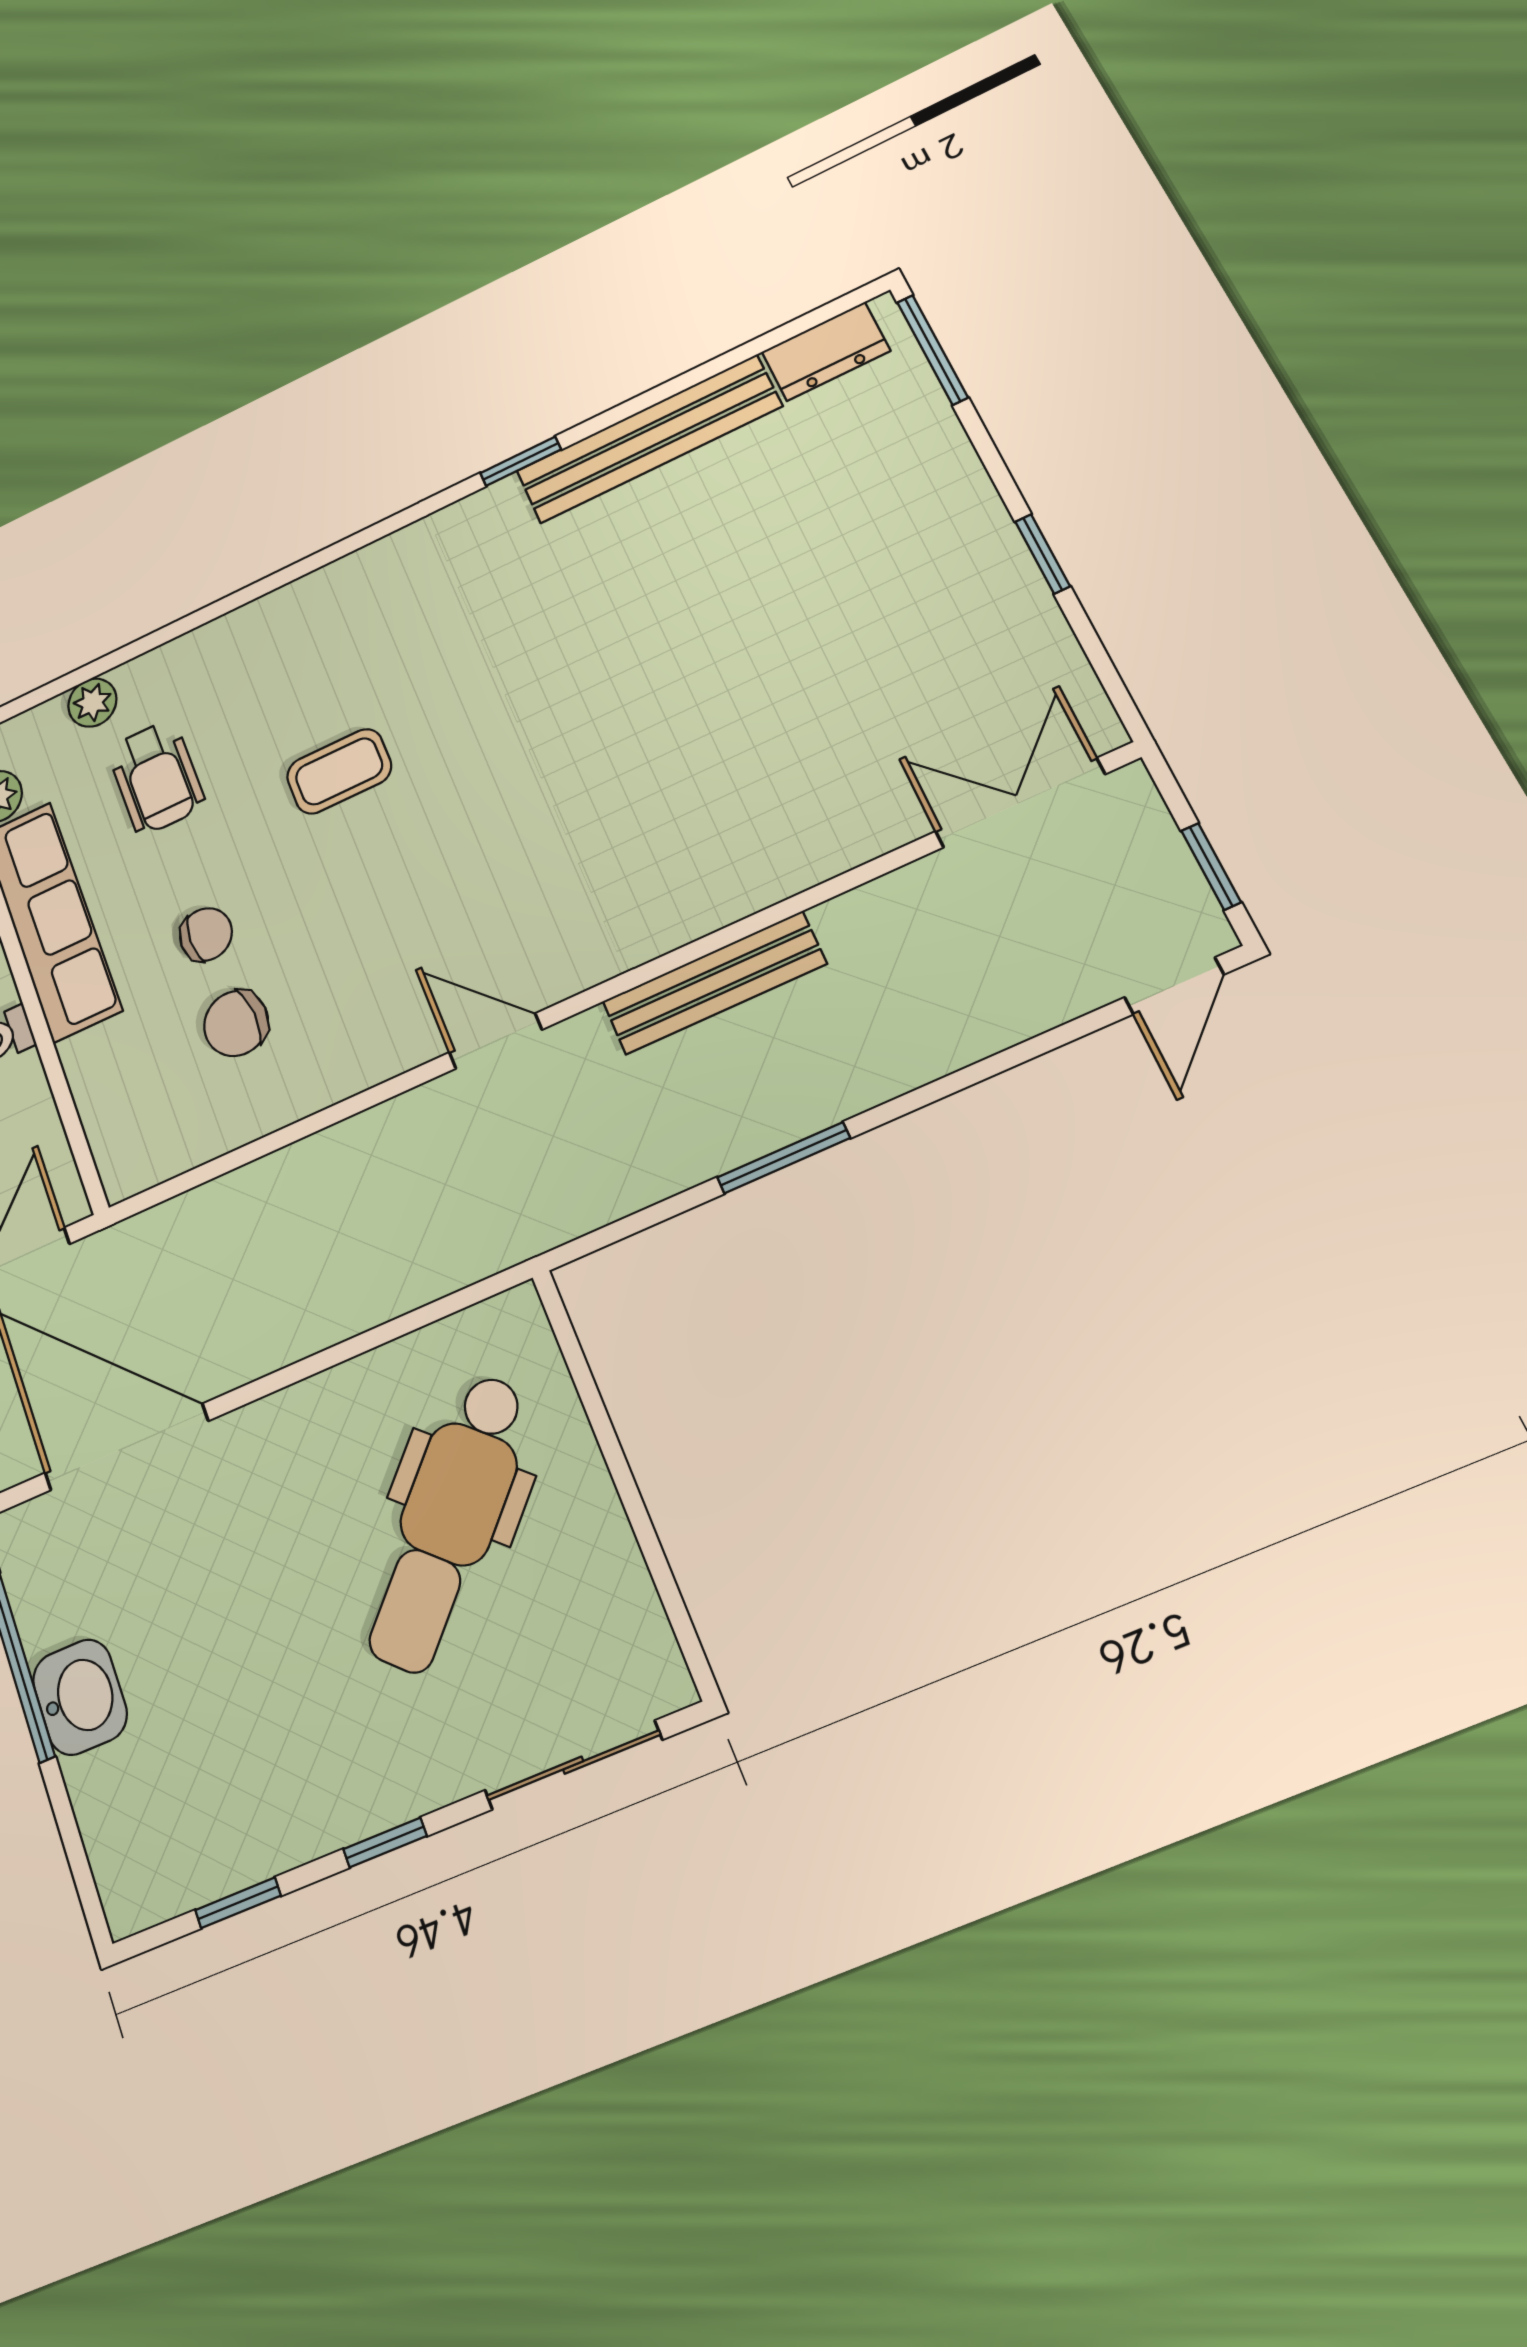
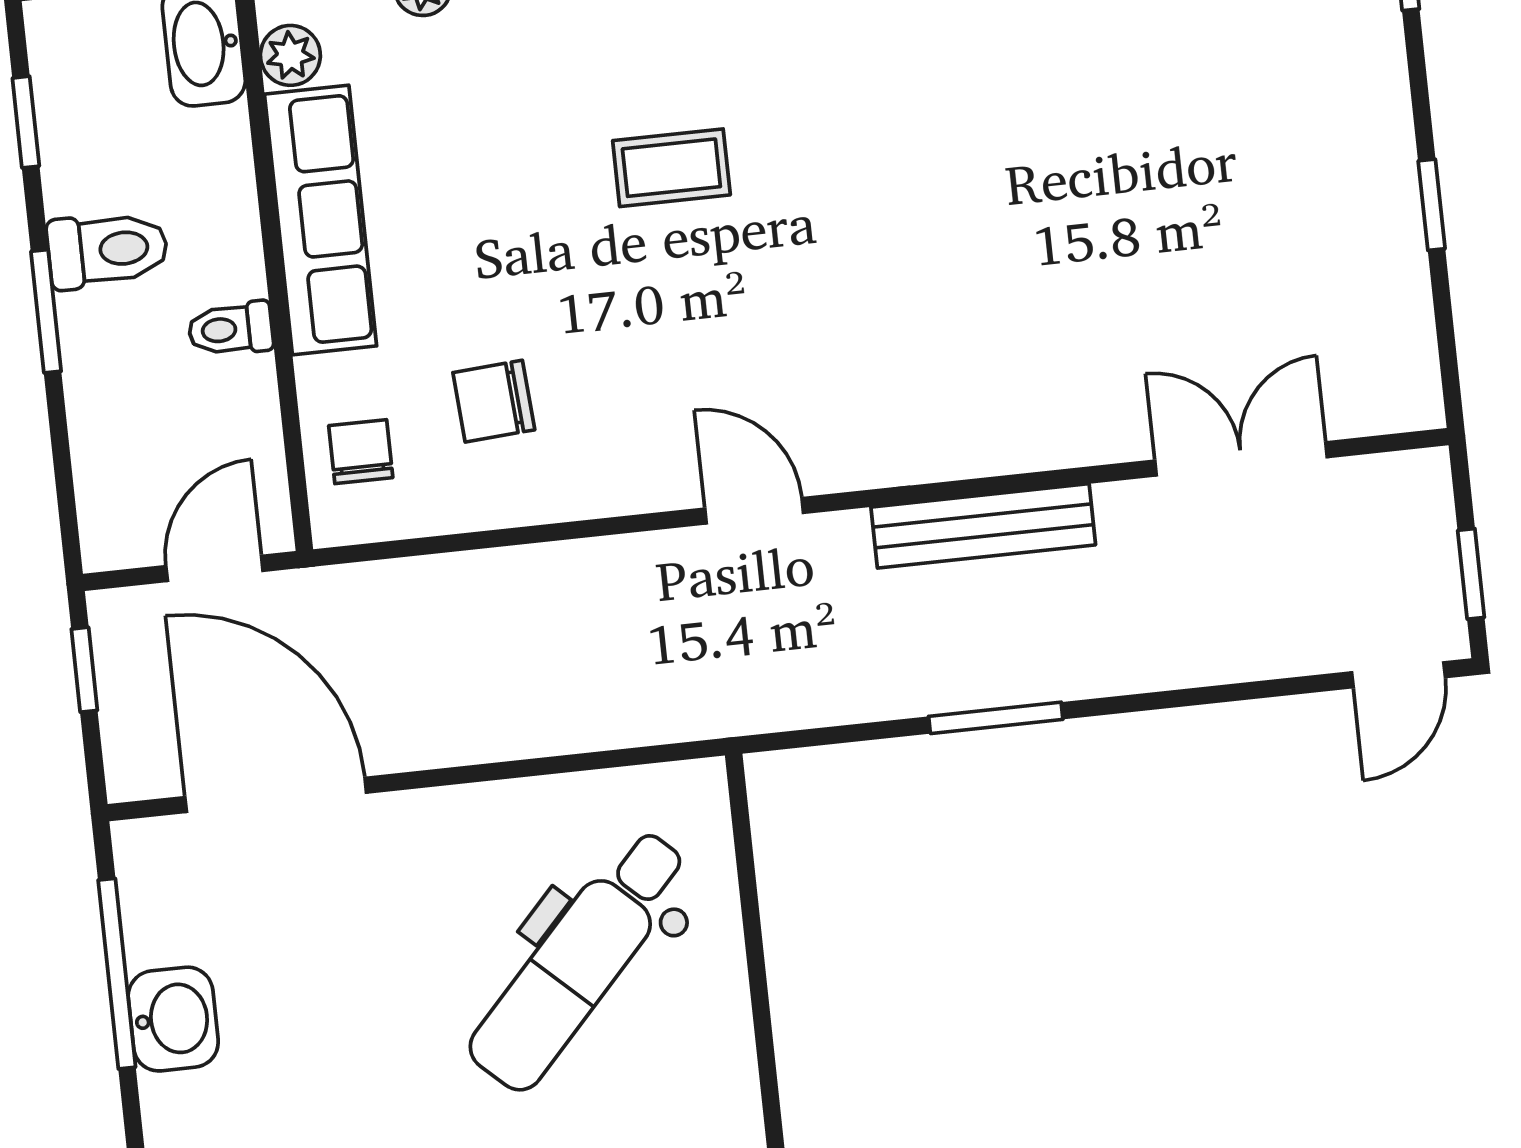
wheelchair: (156, 777) -> (473, 100), removed
double door: (1020, 803) -> (1241, 459), moved
chair: (206, 934) -> (361, 452), moved, turned -90

